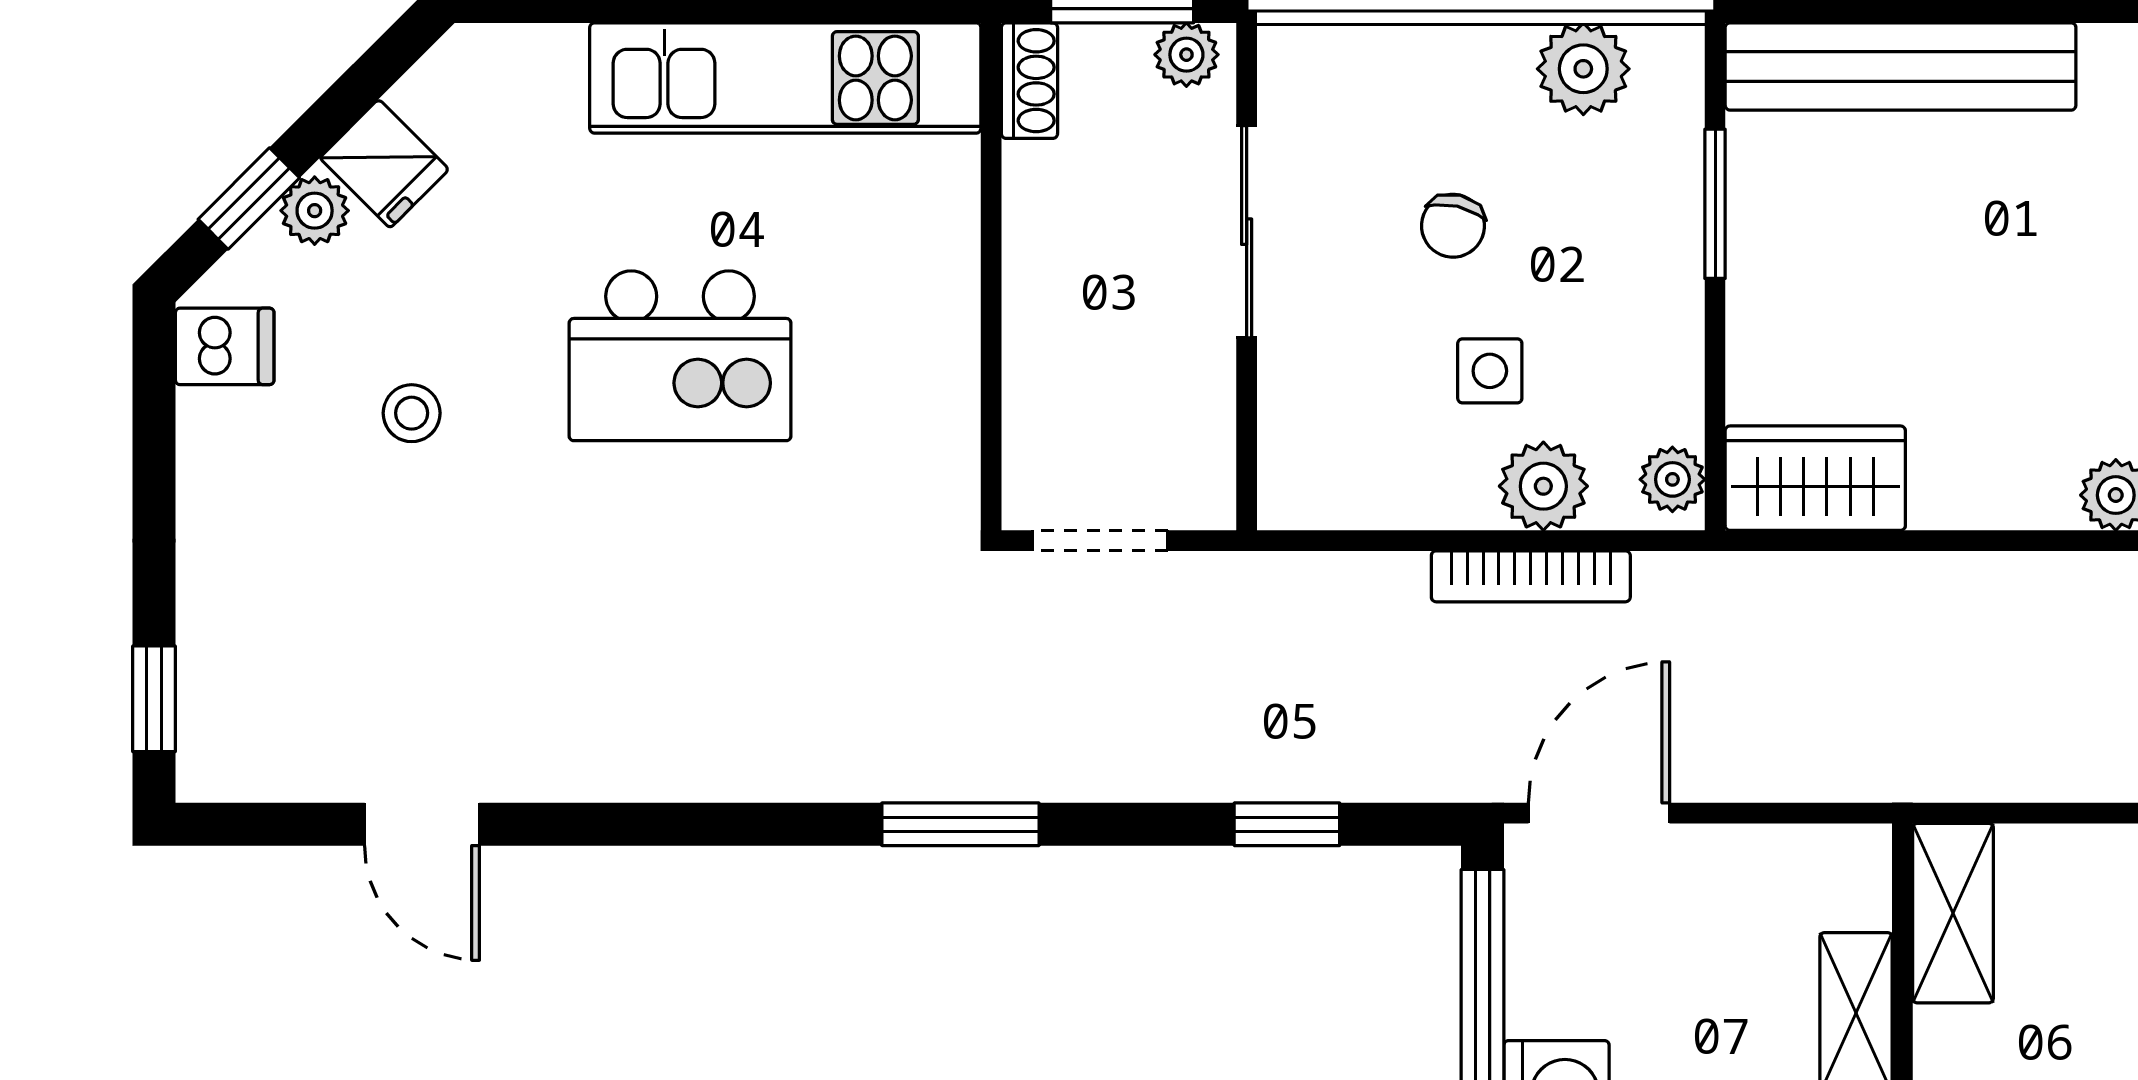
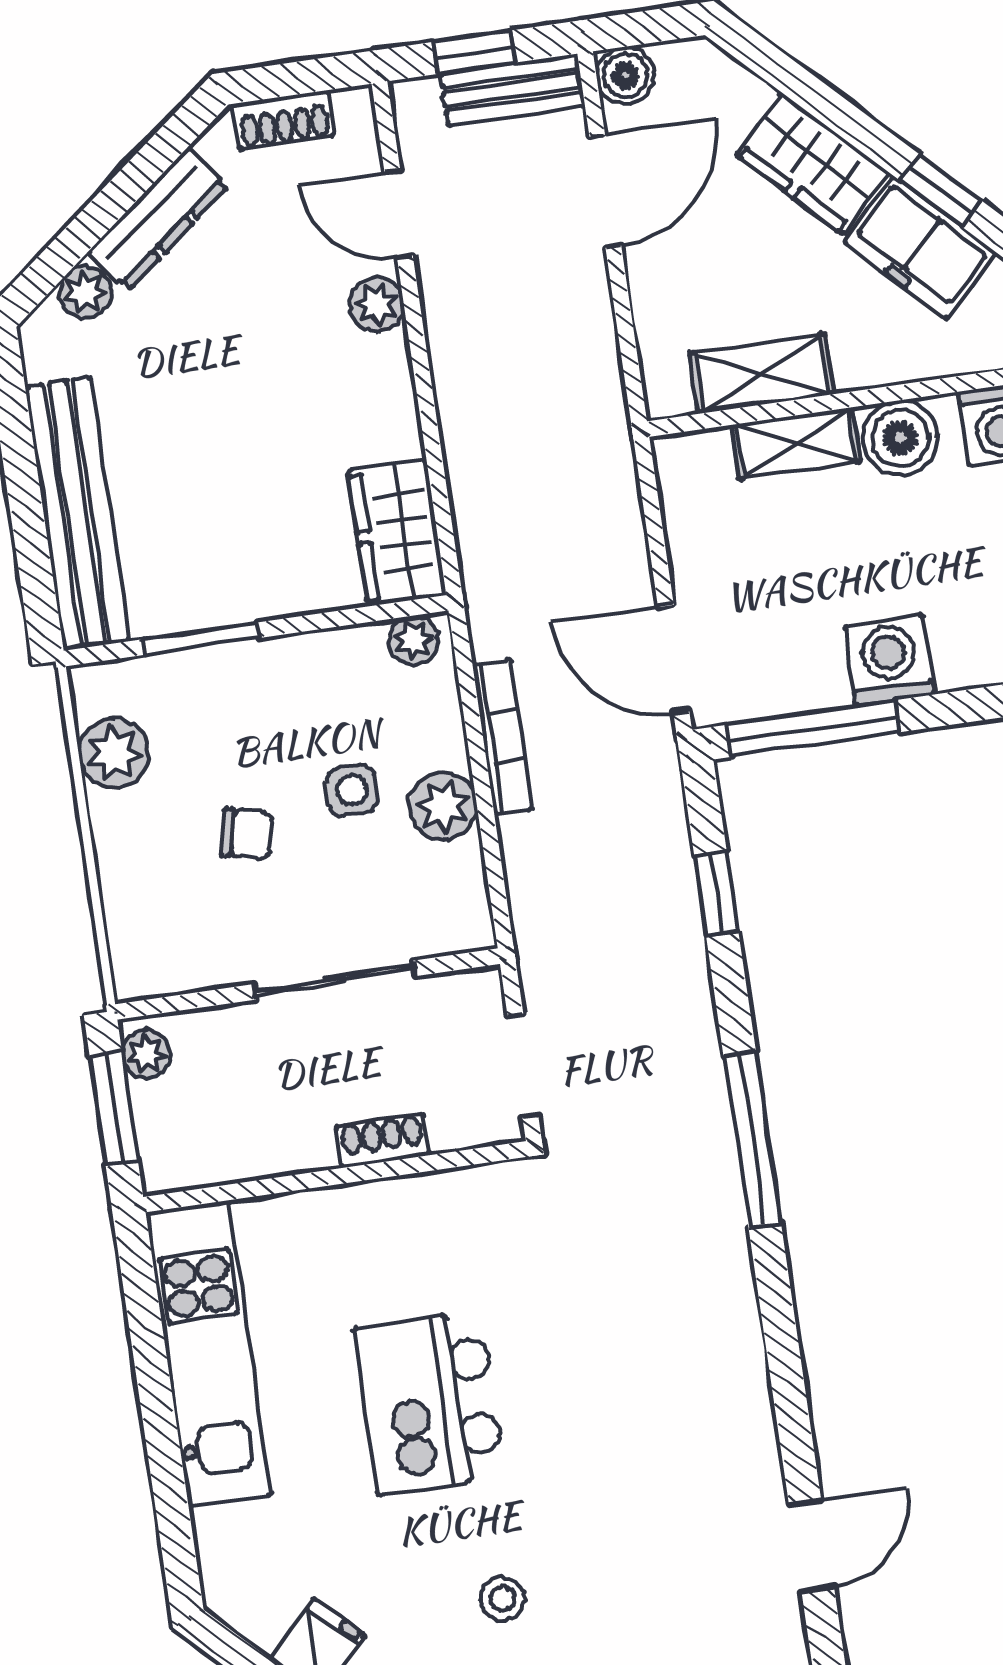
shoe rack: (1029, 81) -> (382, 1140), moved
sliding door: (1247, 232) -> (335, 980), moved
kitchen island: (680, 356) -> (430, 1403), turned 180
plant: (1543, 486) -> (443, 806), moved
window: (960, 824) -> (752, 1140), width x1.44
shelving: (1953, 913) -> (762, 374), moved

